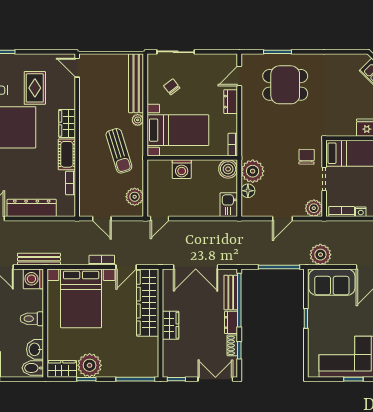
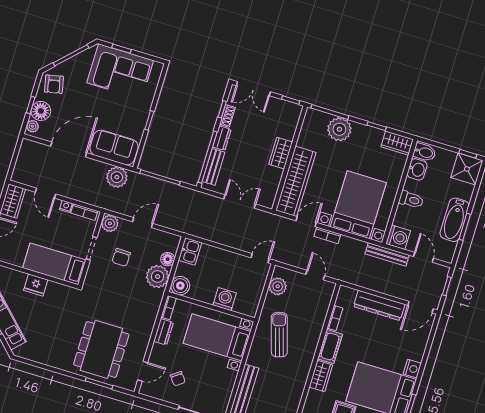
dining table: (285, 85) -> (101, 349), width x1.38
chair: (172, 87) -> (178, 379), moved
dresser: (231, 102) -> (164, 332), moved
plant: (138, 120) -> (252, 359), removed
chair: (307, 157) -> (121, 257), moved
double door: (196, 267) -> (240, 202), width x0.73
plant: (90, 365) -> (339, 129), moved

